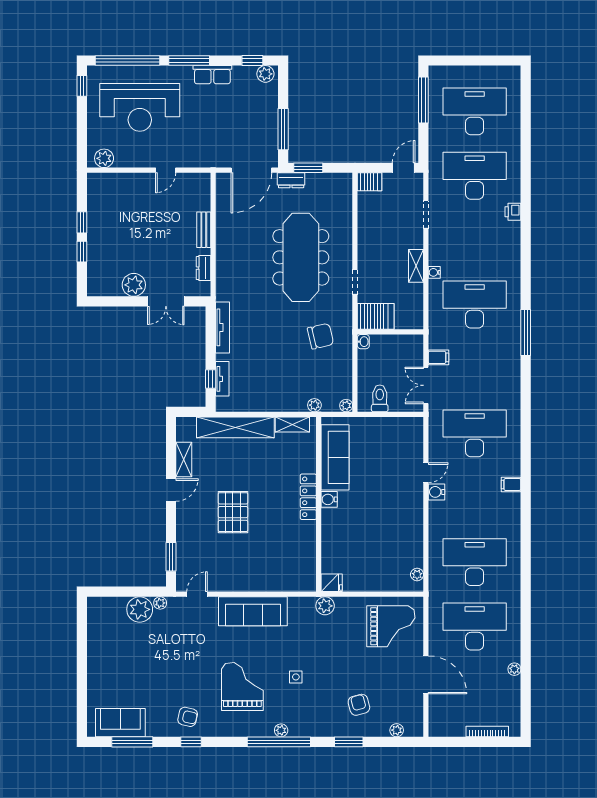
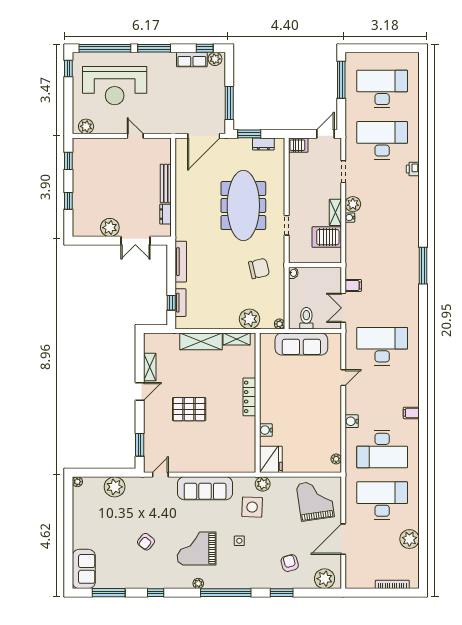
row of seats: (212, 75) -> (192, 60), moved
door: (166, 170) -> (135, 136), swing flipped
dresser: (291, 180) -> (263, 144), moved
window: (82, 222) -> (68, 161), moved
bench: (204, 230) -> (166, 183), width x1.36
plant: (438, 256) -> (353, 204), added
desk: (475, 305) -> (382, 243), removed
server rack: (376, 316) -> (327, 237), moved, turned 180
plant: (314, 405) -> (249, 319), width x1.87, depth x1.87
shelving: (235, 427) -> (201, 341), width x0.68
sofa: (335, 457) -> (301, 344), moved, turned 90
filing cabinet: (511, 485) -> (411, 413), moved
water cooler: (436, 492) -> (352, 421), moved
water cooler: (329, 499) -> (266, 430), moved
pallet: (233, 512) -> (189, 409), turned 90
desk: (475, 562) -> (382, 449), turned 180
fridge: (332, 583) -> (271, 459), width x1.88, depth x1.34
plant: (160, 603) -> (77, 482), moved
grand piano: (391, 626) -> (315, 500), turned -98
side table: (312, 635) -> (252, 507), added
plant: (514, 669) -> (409, 539), width x1.88, depth x1.88
door: (426, 675) -> (343, 539), swing flipped
grand piano: (242, 687) -> (197, 548), turned -90
armchair: (188, 717) -> (146, 542), moved, turned 115
sofa: (120, 723) -> (84, 569), moved, turned 90
plant: (281, 730) -> (198, 583), moved
plant: (397, 730) -> (325, 579), width x1.88, depth x1.88

